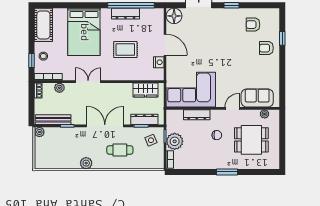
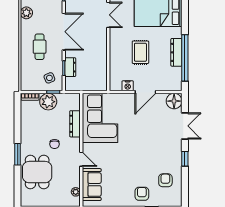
wardrobe: (145, 90) -> (100, 72), removed
dresser: (144, 119) -> (70, 67), width x0.70
dining table: (251, 140) -> (37, 172), moved

